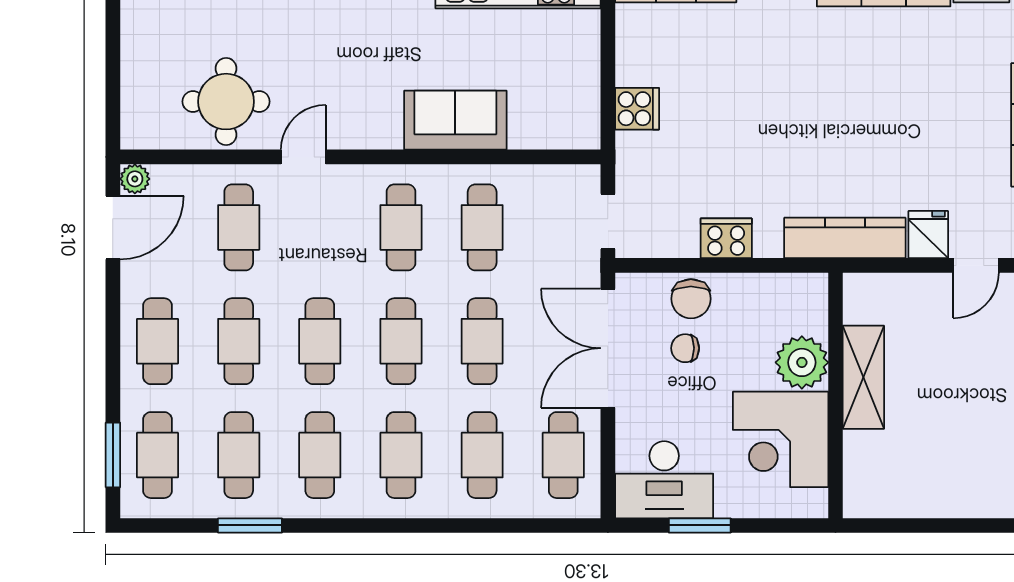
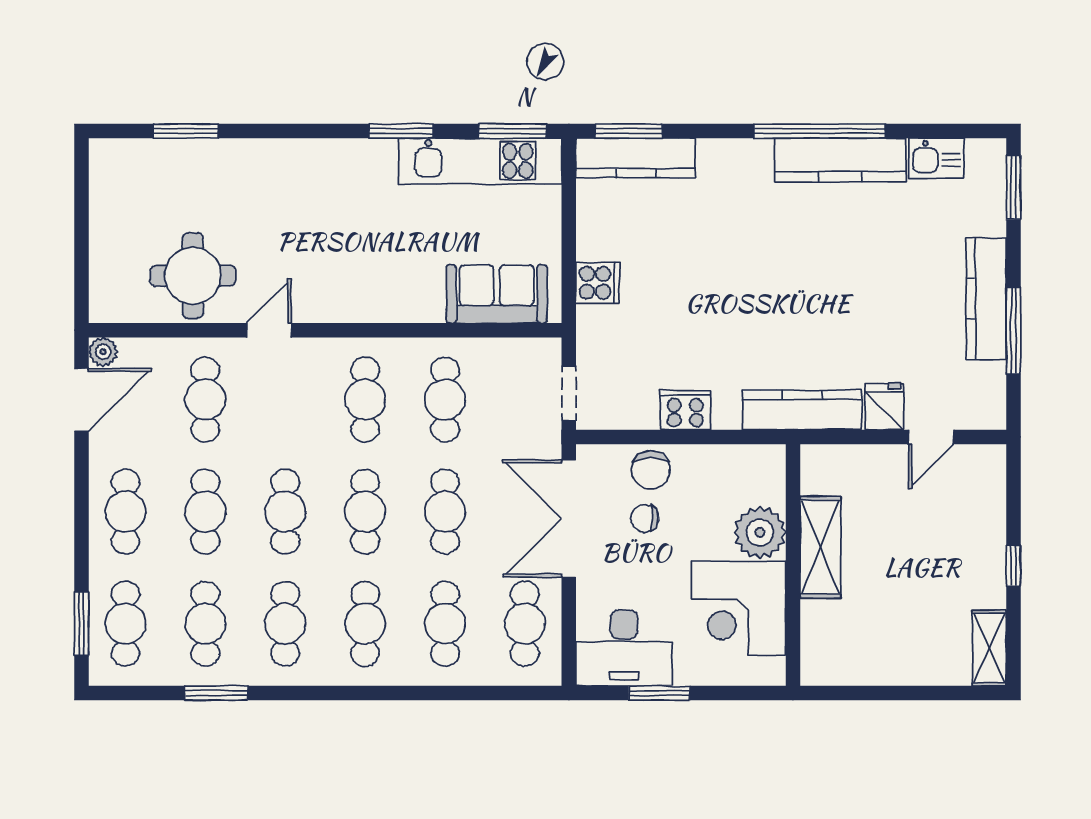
sofa: (455, 120) -> (497, 294), moved

